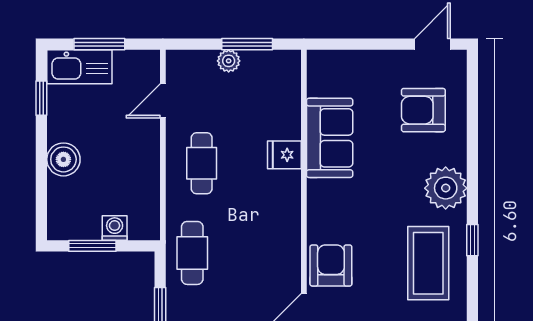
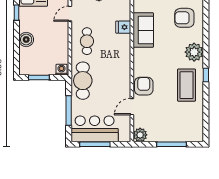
fridge: (284, 155) -> (123, 27), moved
washing machine: (115, 228) -> (62, 70), moved
cafe table: (192, 253) -> (83, 81), width x1.37, depth x1.35

